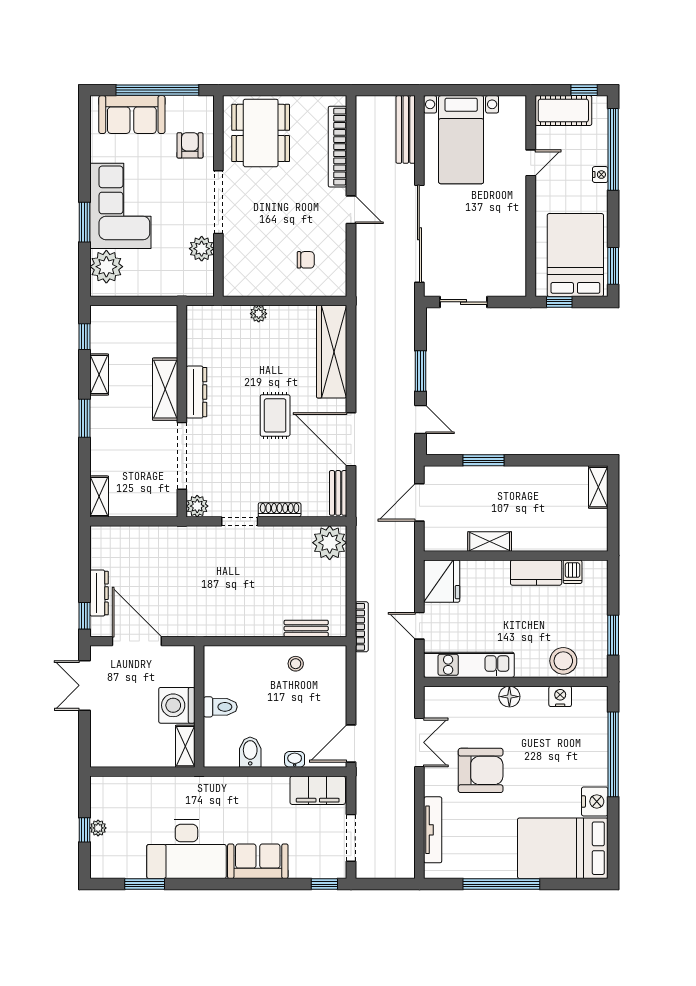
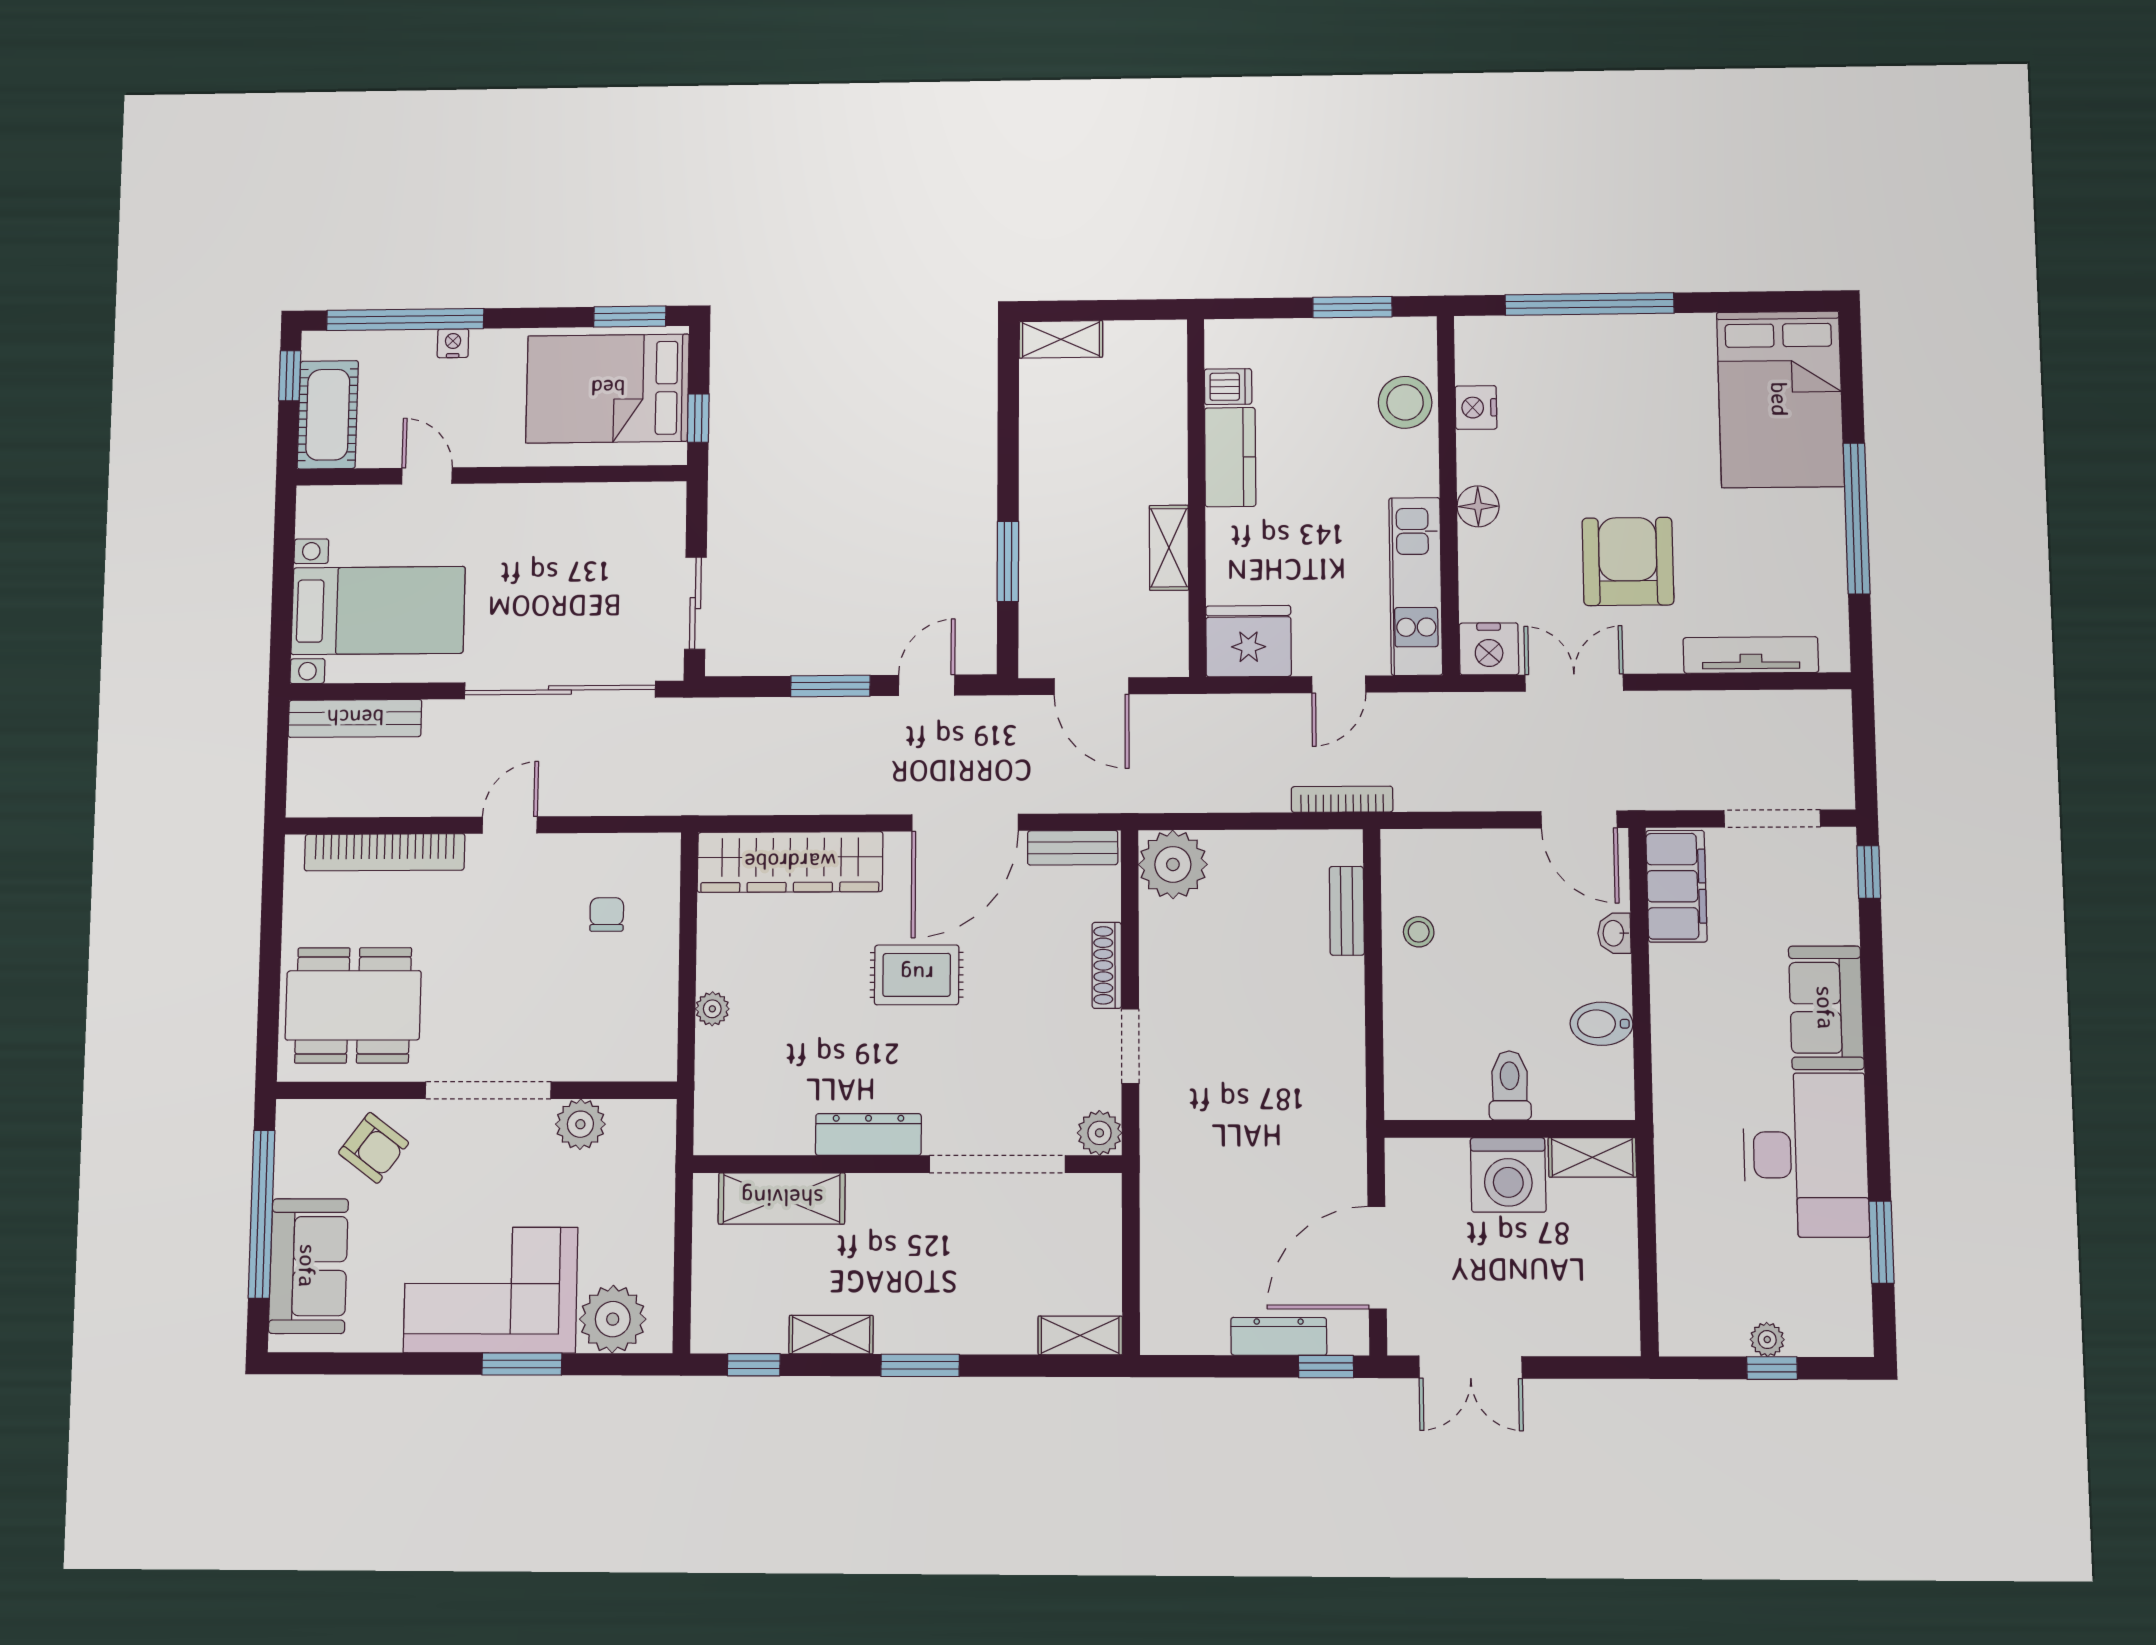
armchair: (190, 145) -> (374, 1148), turned -143
shelving: (165, 389) -> (782, 1198), moved
nightstand: (595, 801) -> (1489, 649), moved, turned 180

